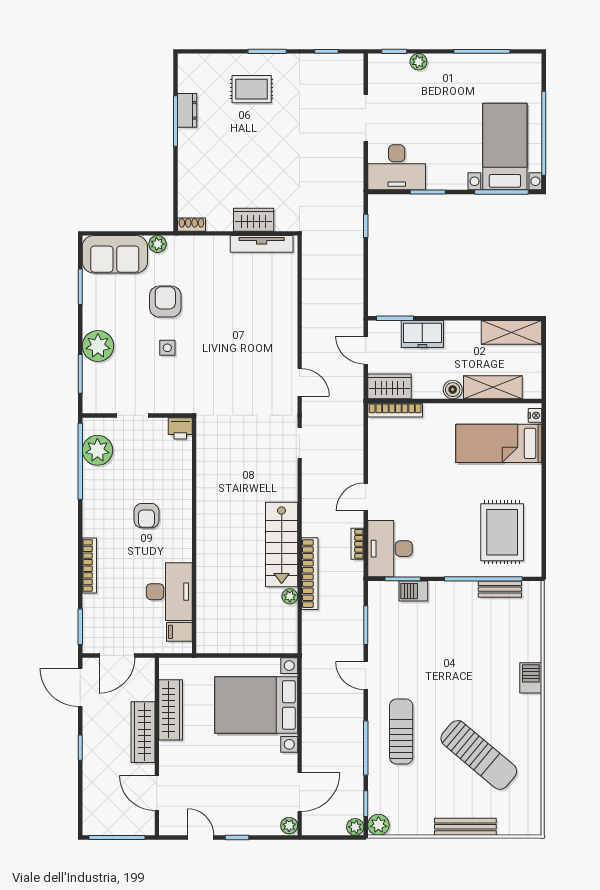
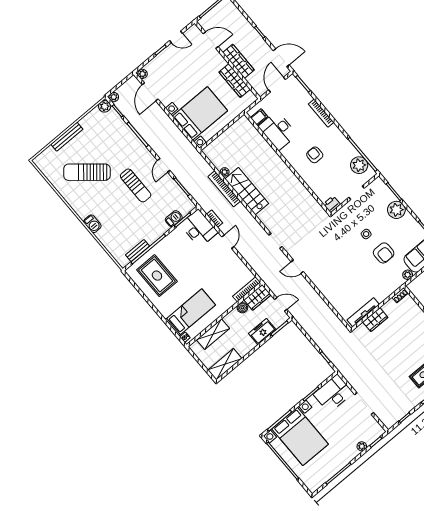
bed with nightstands: (505, 147) -> (300, 436), width x1.36
boiler: (453, 390) -> (242, 308), moved
door: (366, 676) -> (164, 165), swing flipped
sun lounger: (401, 731) -> (136, 185), moved

